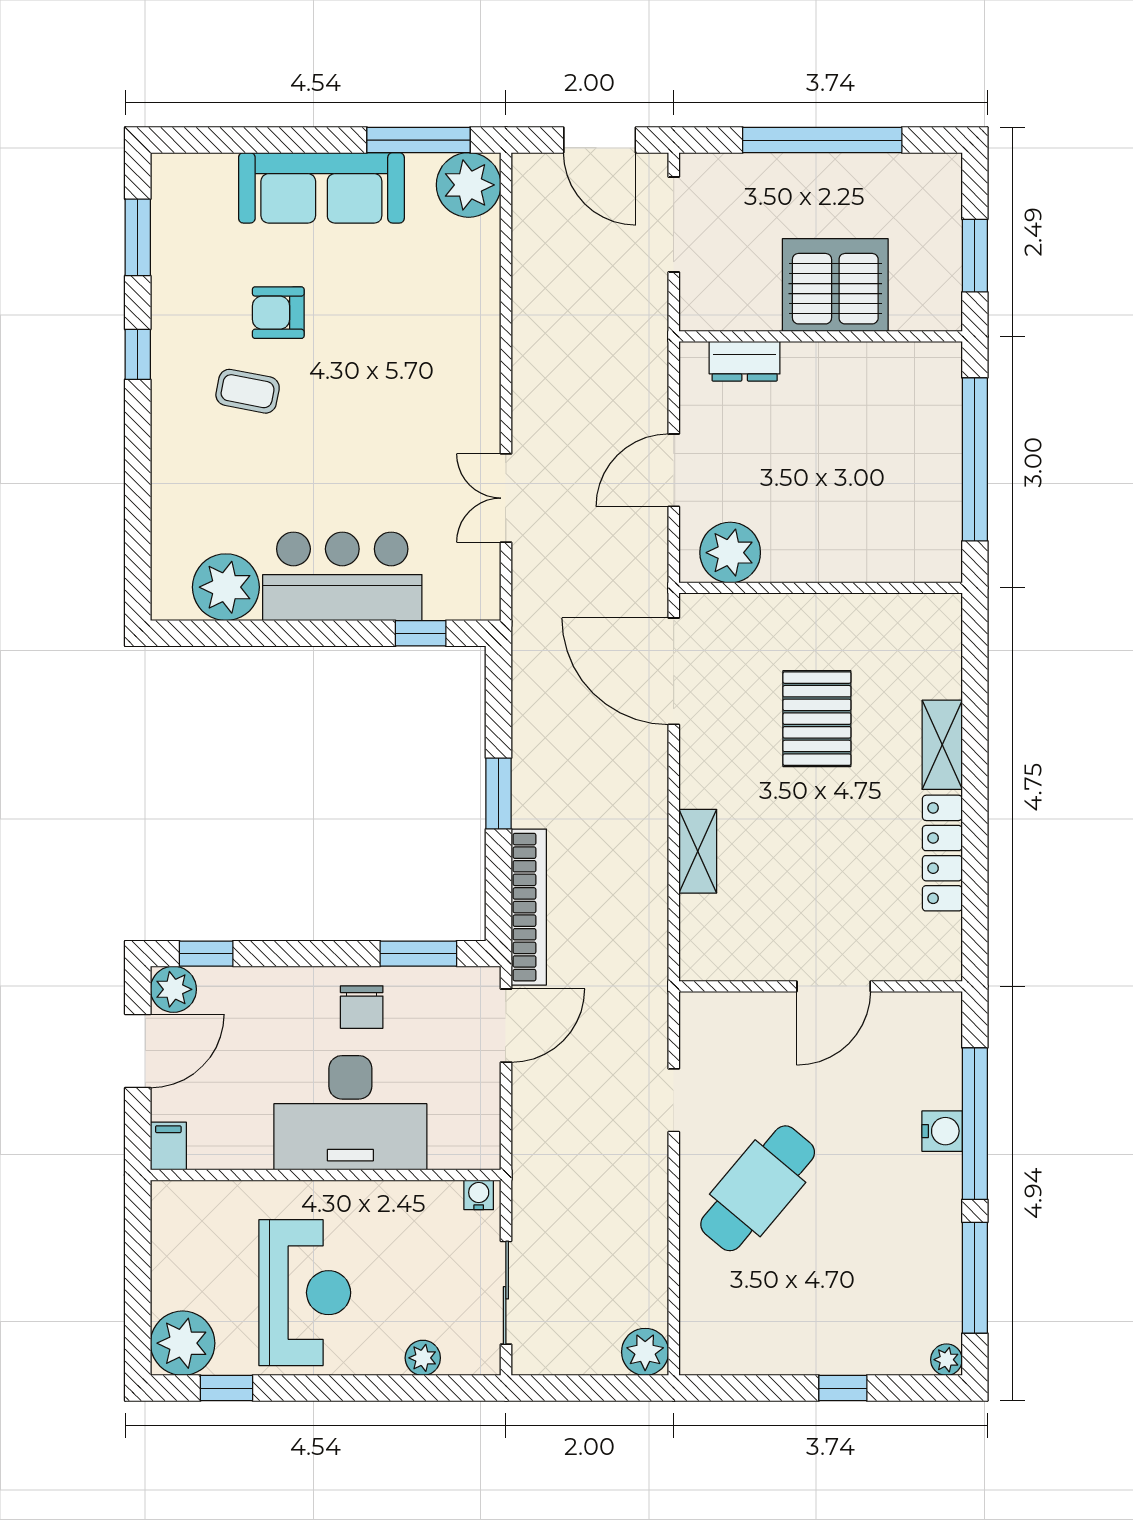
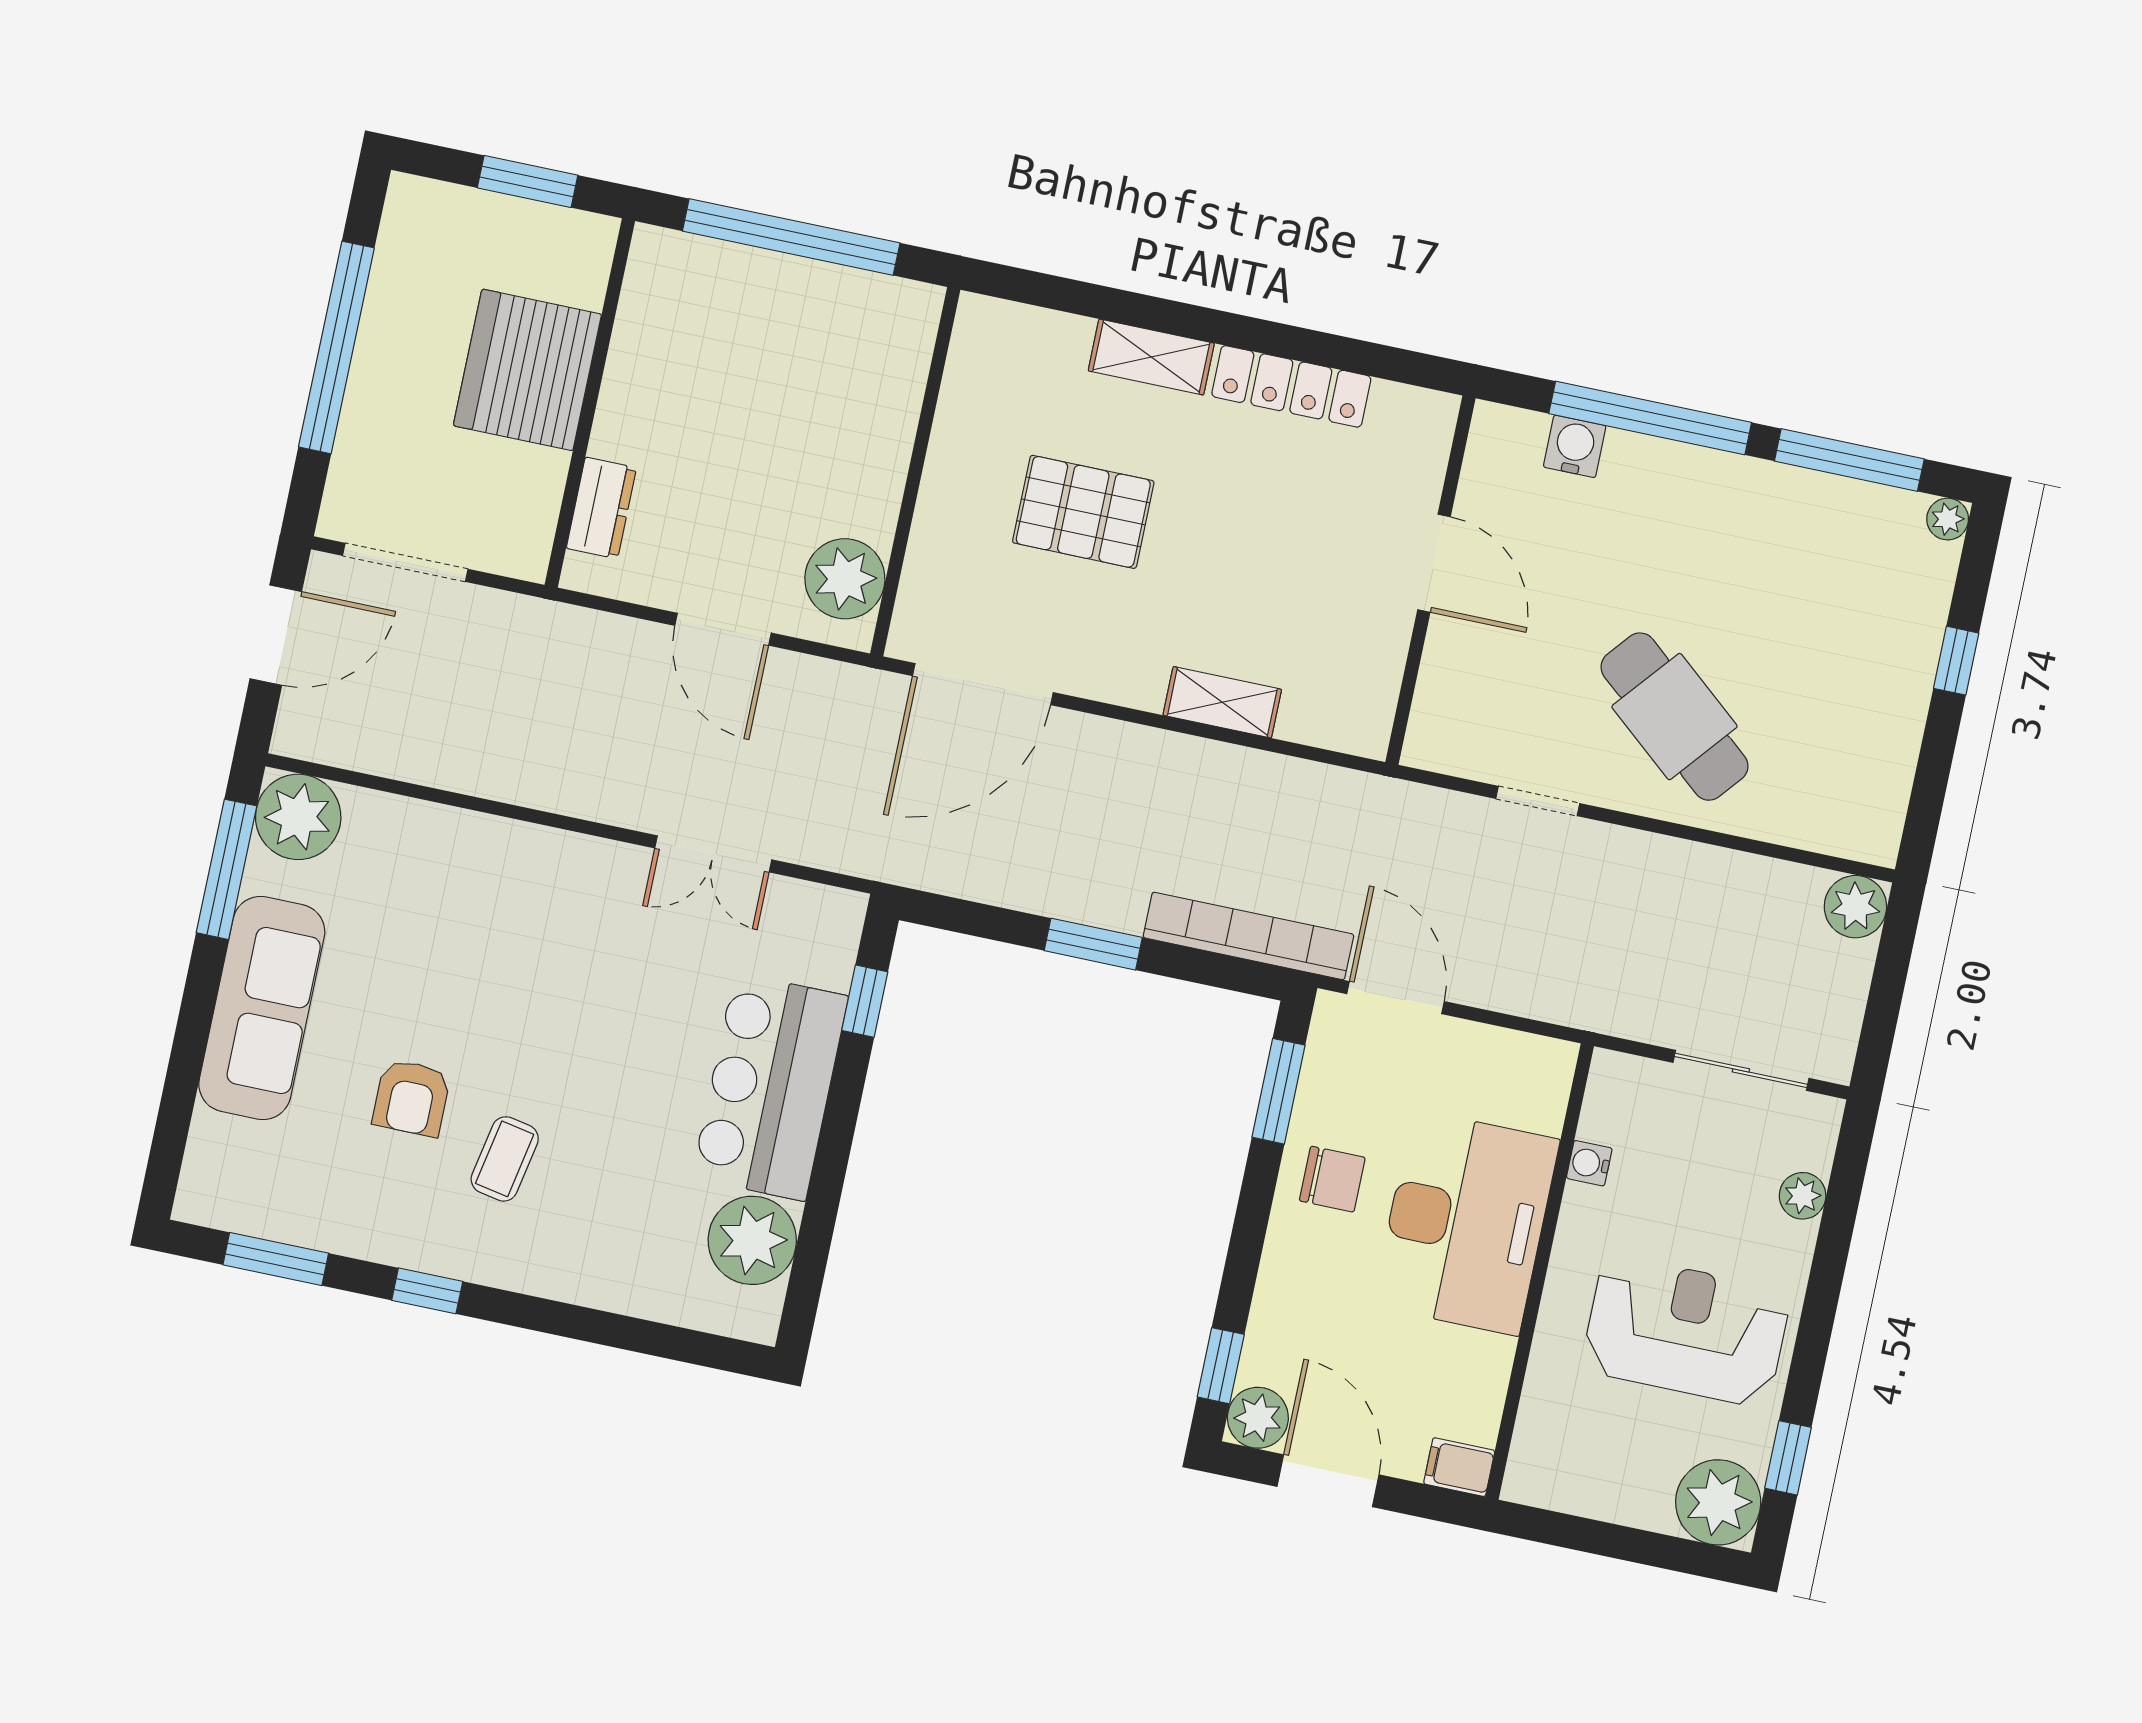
water cooler: (942, 1131) -> (1575, 446), moved
water cooler: (479, 1195) -> (1589, 1163), moved

